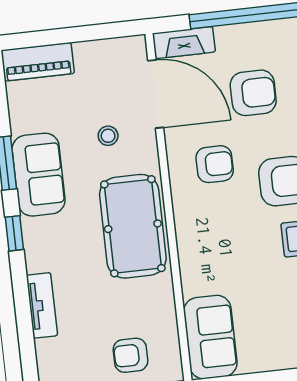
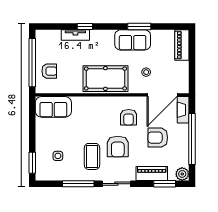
armchair: (253, 93) -> (158, 138), turned 90
window: (14, 233) -> (85, 26), moved
armchair: (130, 355) -> (49, 71), turned 90

